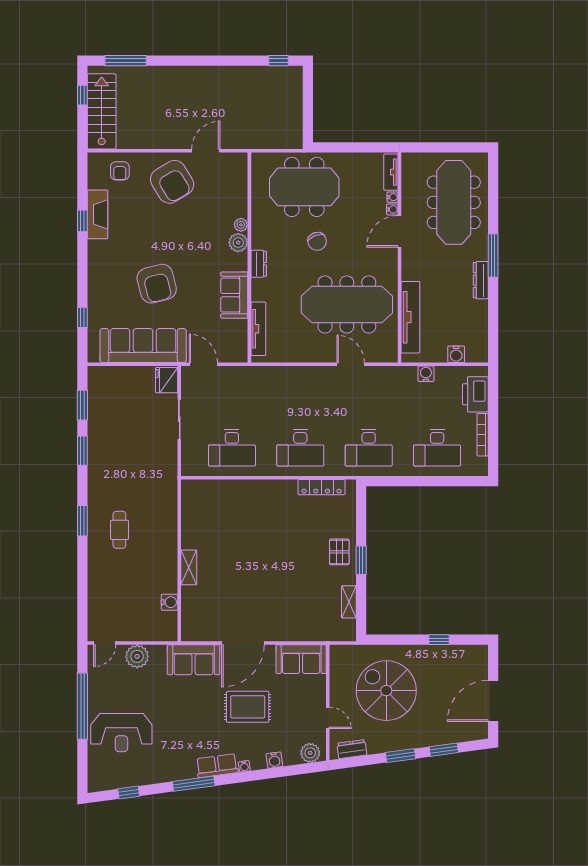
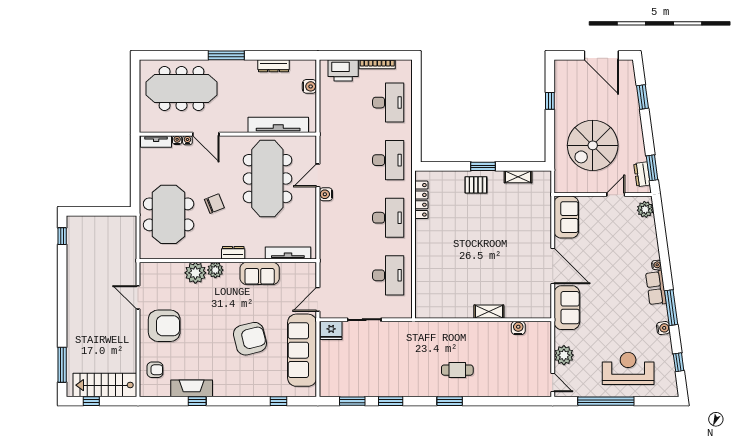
armchair: (172, 182) -> (164, 326), turned 31
plant: (241, 225) -> (195, 273), width x1.87, depth x1.87
dresser: (481, 280) -> (274, 66), moved
water cooler: (426, 374) -> (326, 194), moved
rug: (248, 707) -> (606, 262), removed
reception desk: (121, 733) -> (628, 368), turned -90
window: (401, 756) -> (652, 168), moved
water cooler: (274, 760) -> (663, 328), moved

